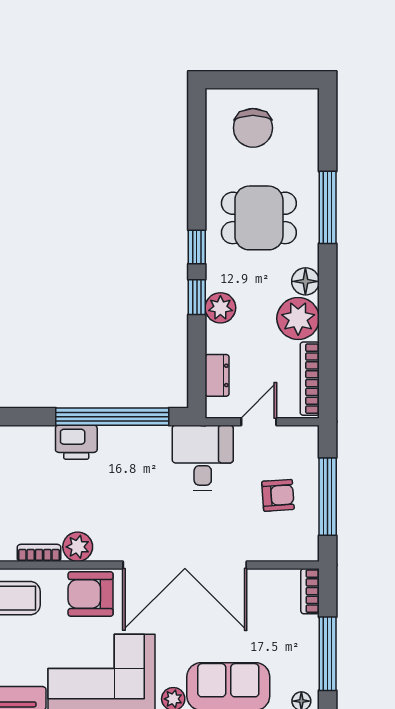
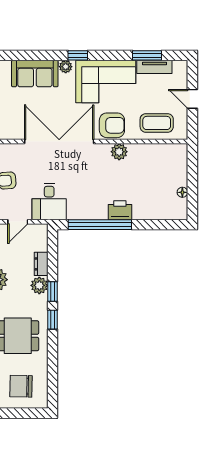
chair: (253, 128) -> (21, 386), turned -89
dresser: (217, 375) -> (41, 264), moved
bookcase: (39, 553) -> (141, 148), removed

